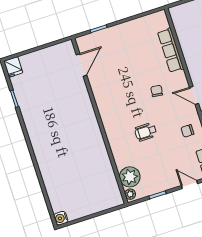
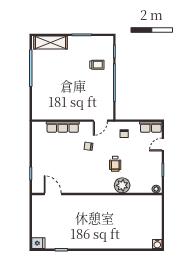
plant: (130, 177) -> (122, 185), moved

